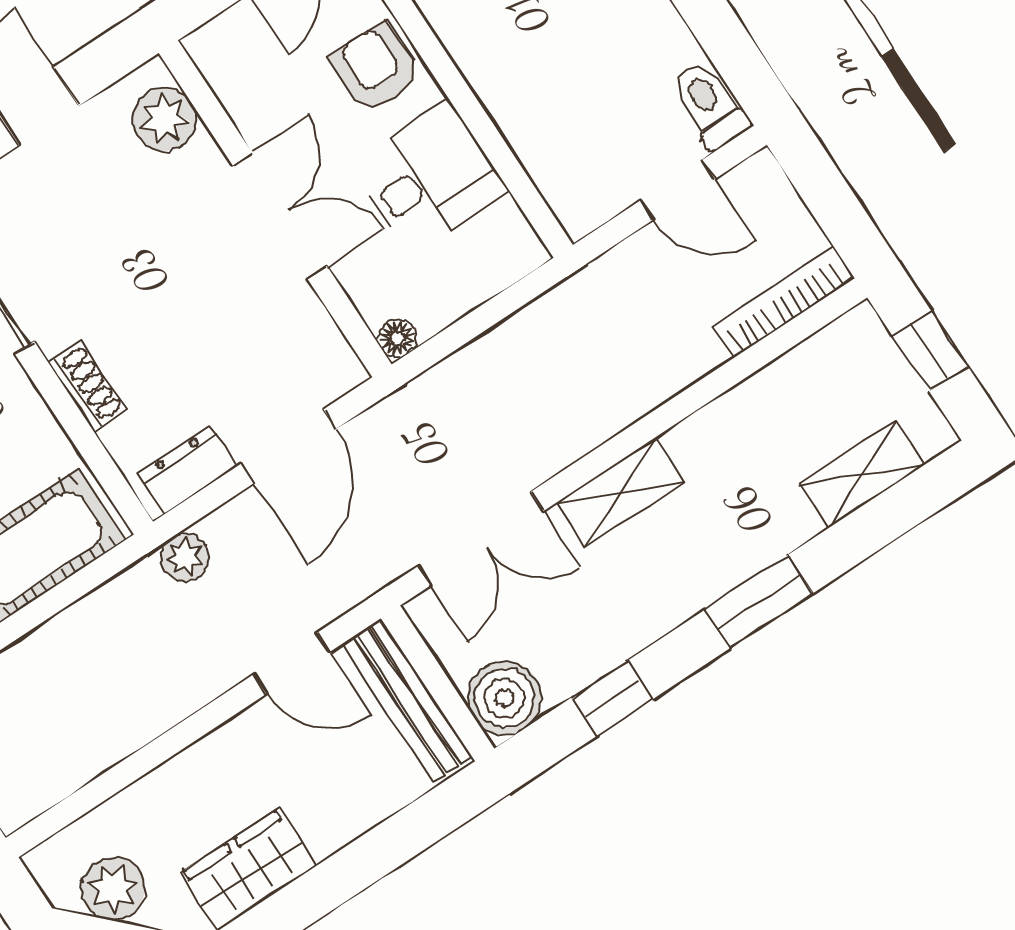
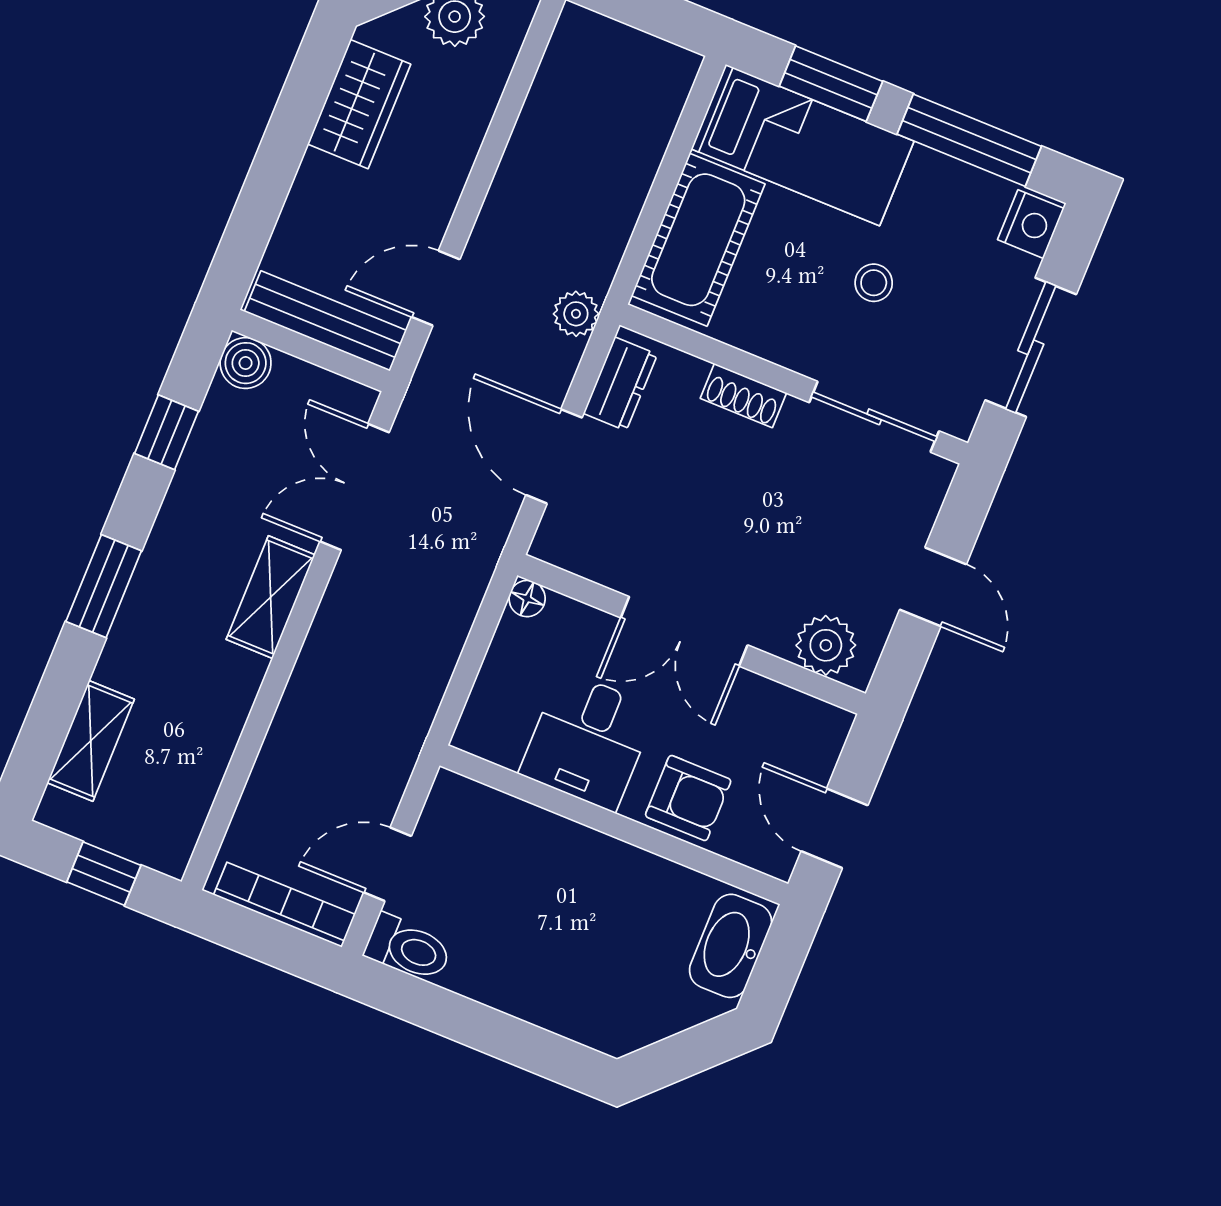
bookcase: (783, 303) -> (284, 905), moved, turned -90
boiler: (505, 698) -> (246, 363), width x0.73, depth x0.73

